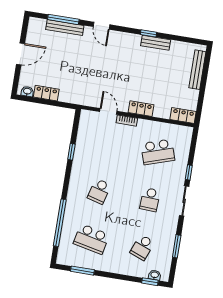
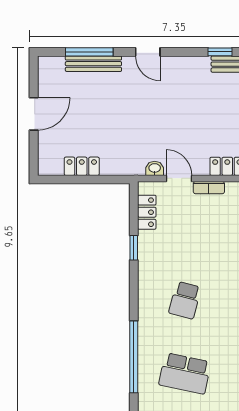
washbasin: (27, 91) -> (155, 168), moved
locker: (84, 130) -> (147, 212), added

